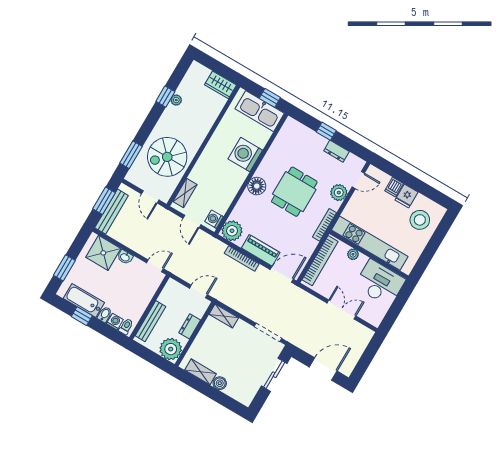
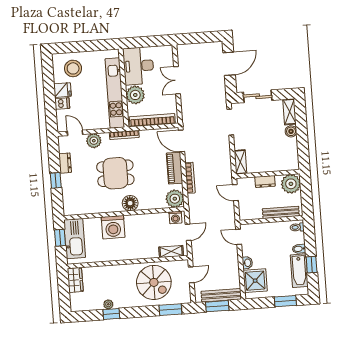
plant: (353, 254) -> (135, 95), width x1.88, depth x1.88
washing machine: (115, 322) -> (299, 238), removed
door: (323, 369) -> (229, 64), swing flipped
shelving: (201, 372) -> (290, 112), moved

